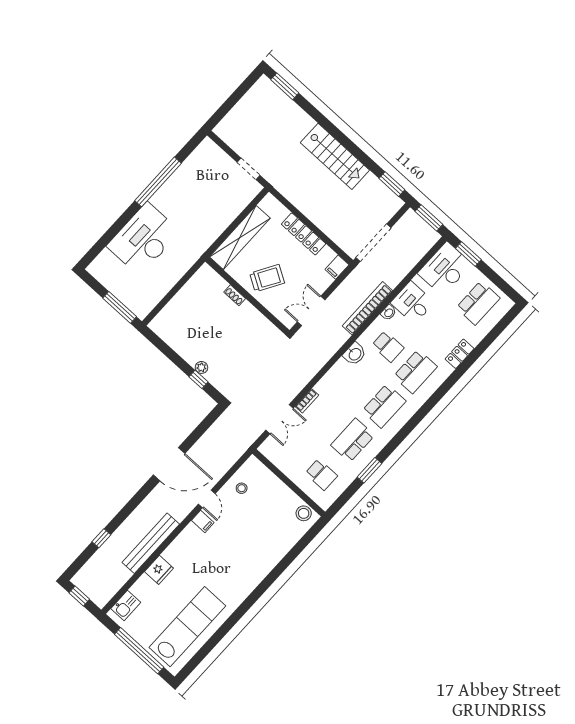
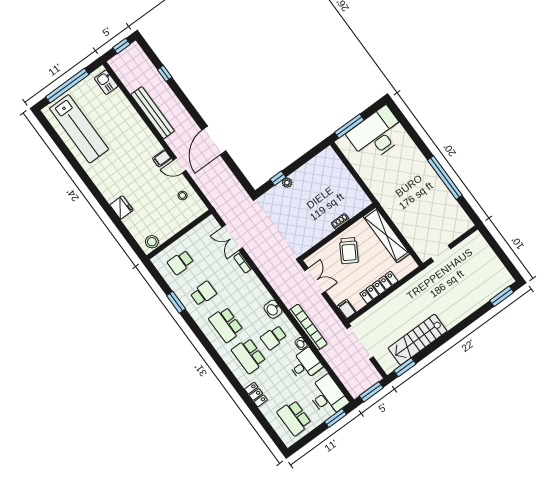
stairs: (335, 156) -> (418, 340), moved
desk: (143, 239) -> (377, 134), moved, turned -90
school desk: (353, 440) -> (203, 294), width x0.54
fridge: (159, 570) -> (121, 208), moved, turned 180

